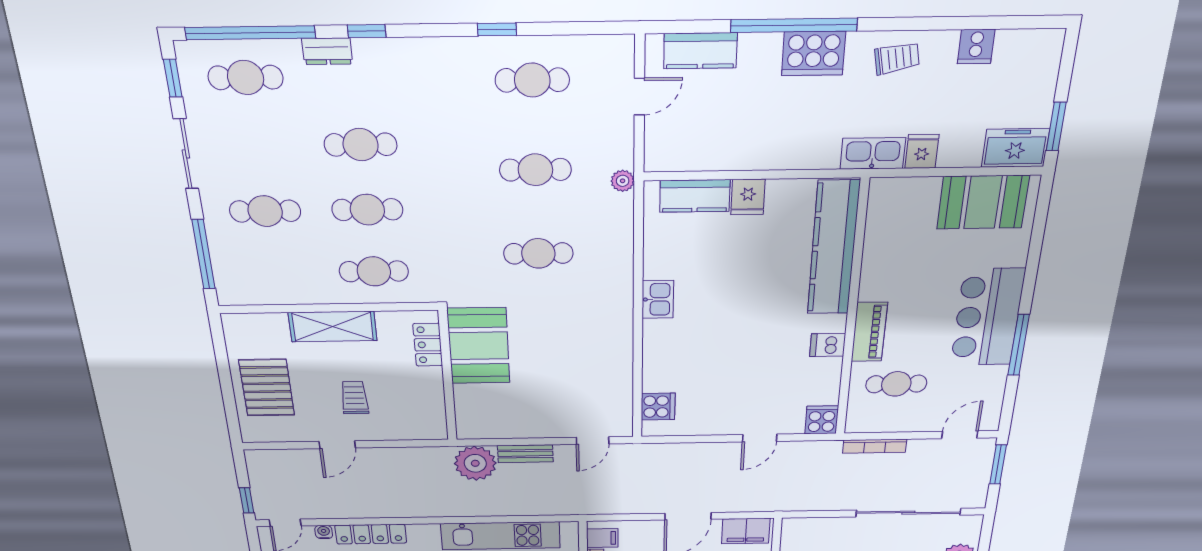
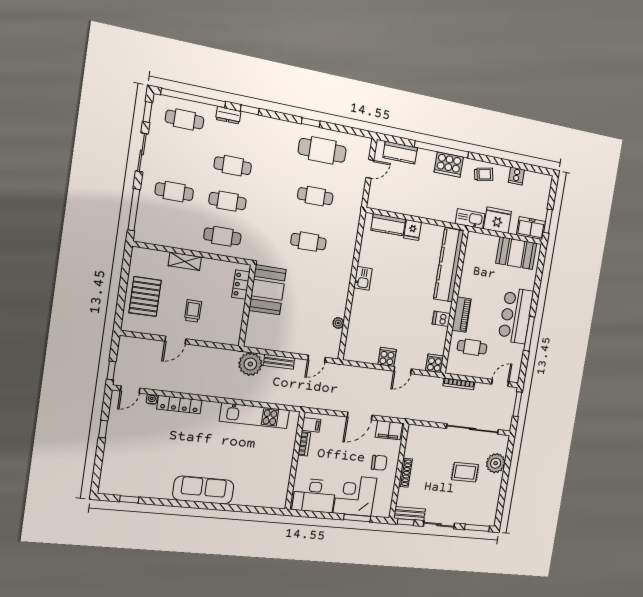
cafe table: (532, 80) -> (322, 150), width x1.37, depth x1.35
fridge: (922, 151) -> (498, 220), width x1.88, depth x1.34
plant: (623, 181) -> (338, 323), moved
shelving: (333, 326) -> (185, 261), width x0.67, depth x0.75
cooker: (658, 407) -> (387, 357), moved, turned -90

